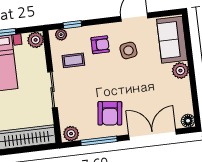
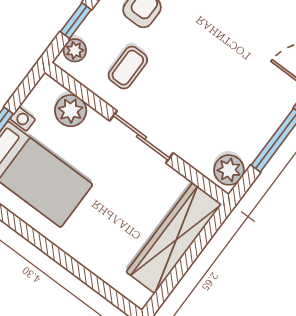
plant: (36, 40) -> (71, 111), moved
armchair: (110, 113) -> (253, 87), removed

